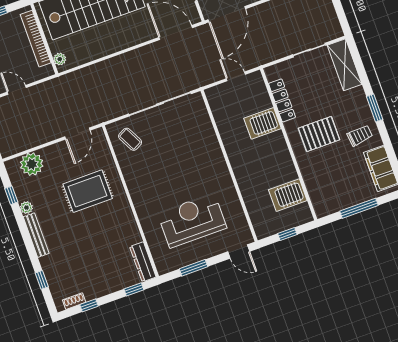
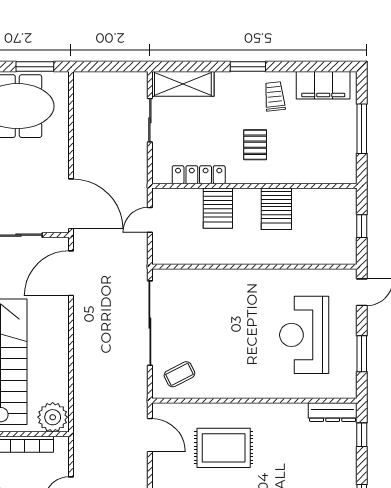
plant: (60, 59) -> (53, 417), width x1.87, depth x1.87
pallet: (319, 134) -> (255, 145), width x0.67, depth x0.71
rug: (88, 191) -> (224, 448), turned 90
server rack: (288, 195) -> (276, 209), moved

